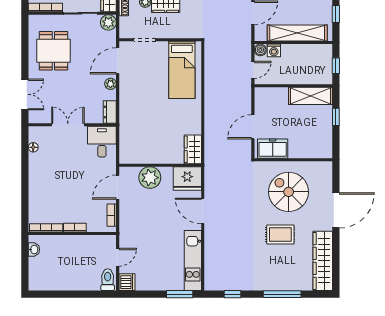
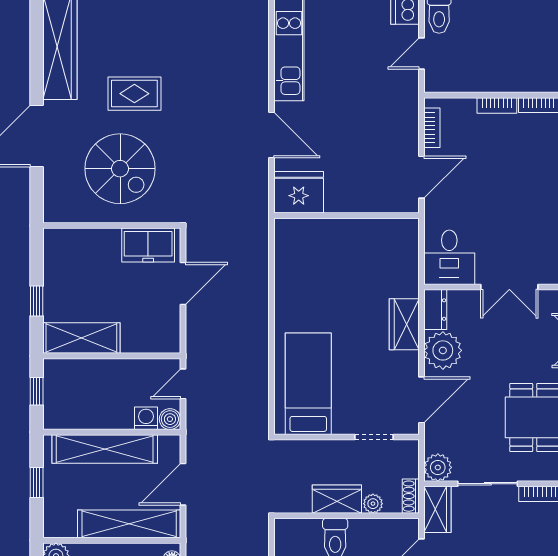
plant: (111, 84) -> (443, 350), width x1.88, depth x1.88
wardrobe: (193, 149) -> (404, 324), moved, turned 180
plant: (150, 178) -> (365, 194), removed

